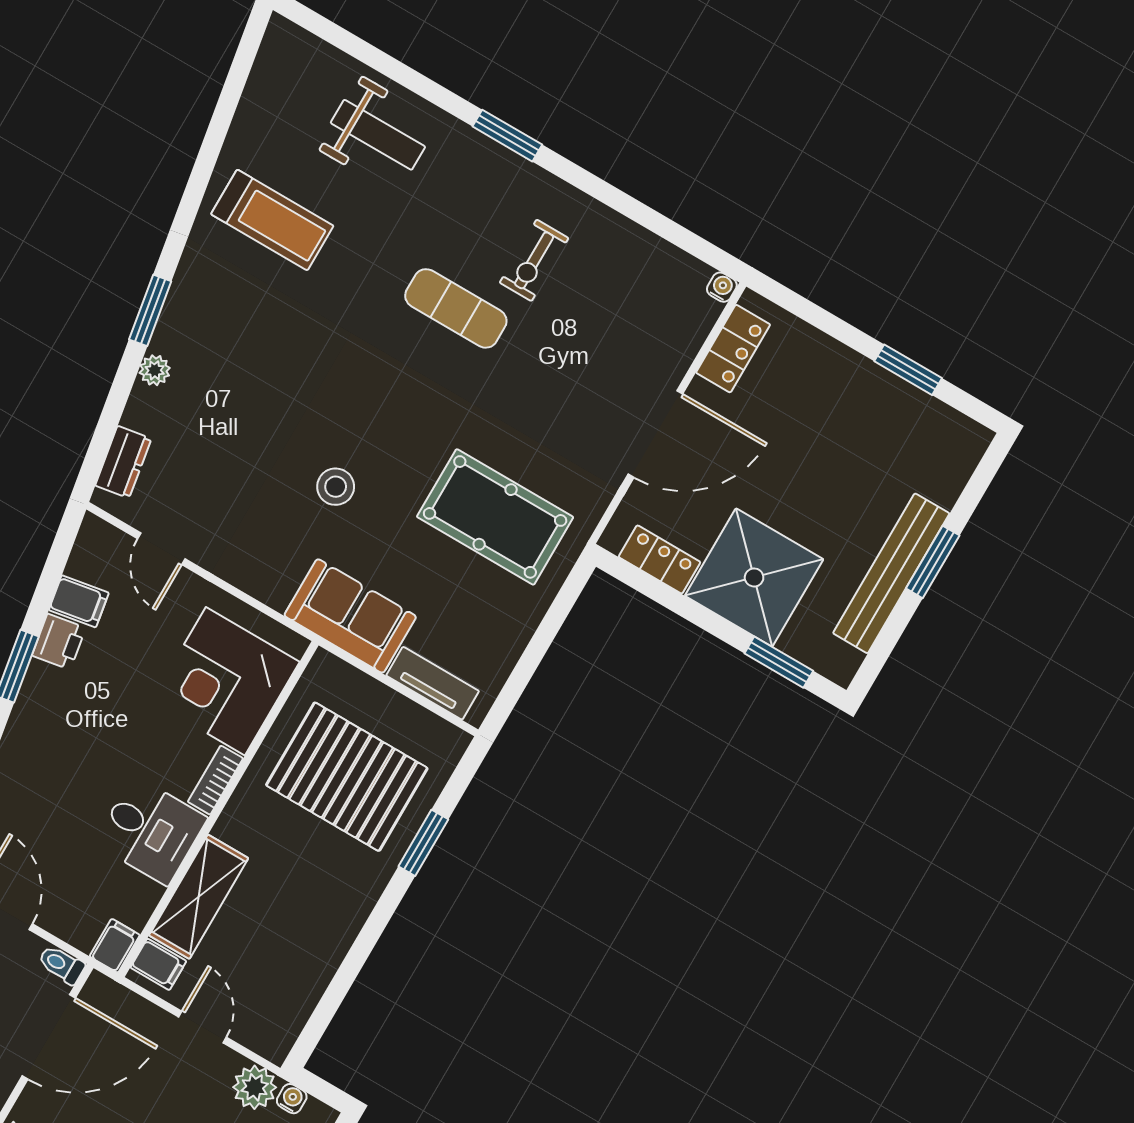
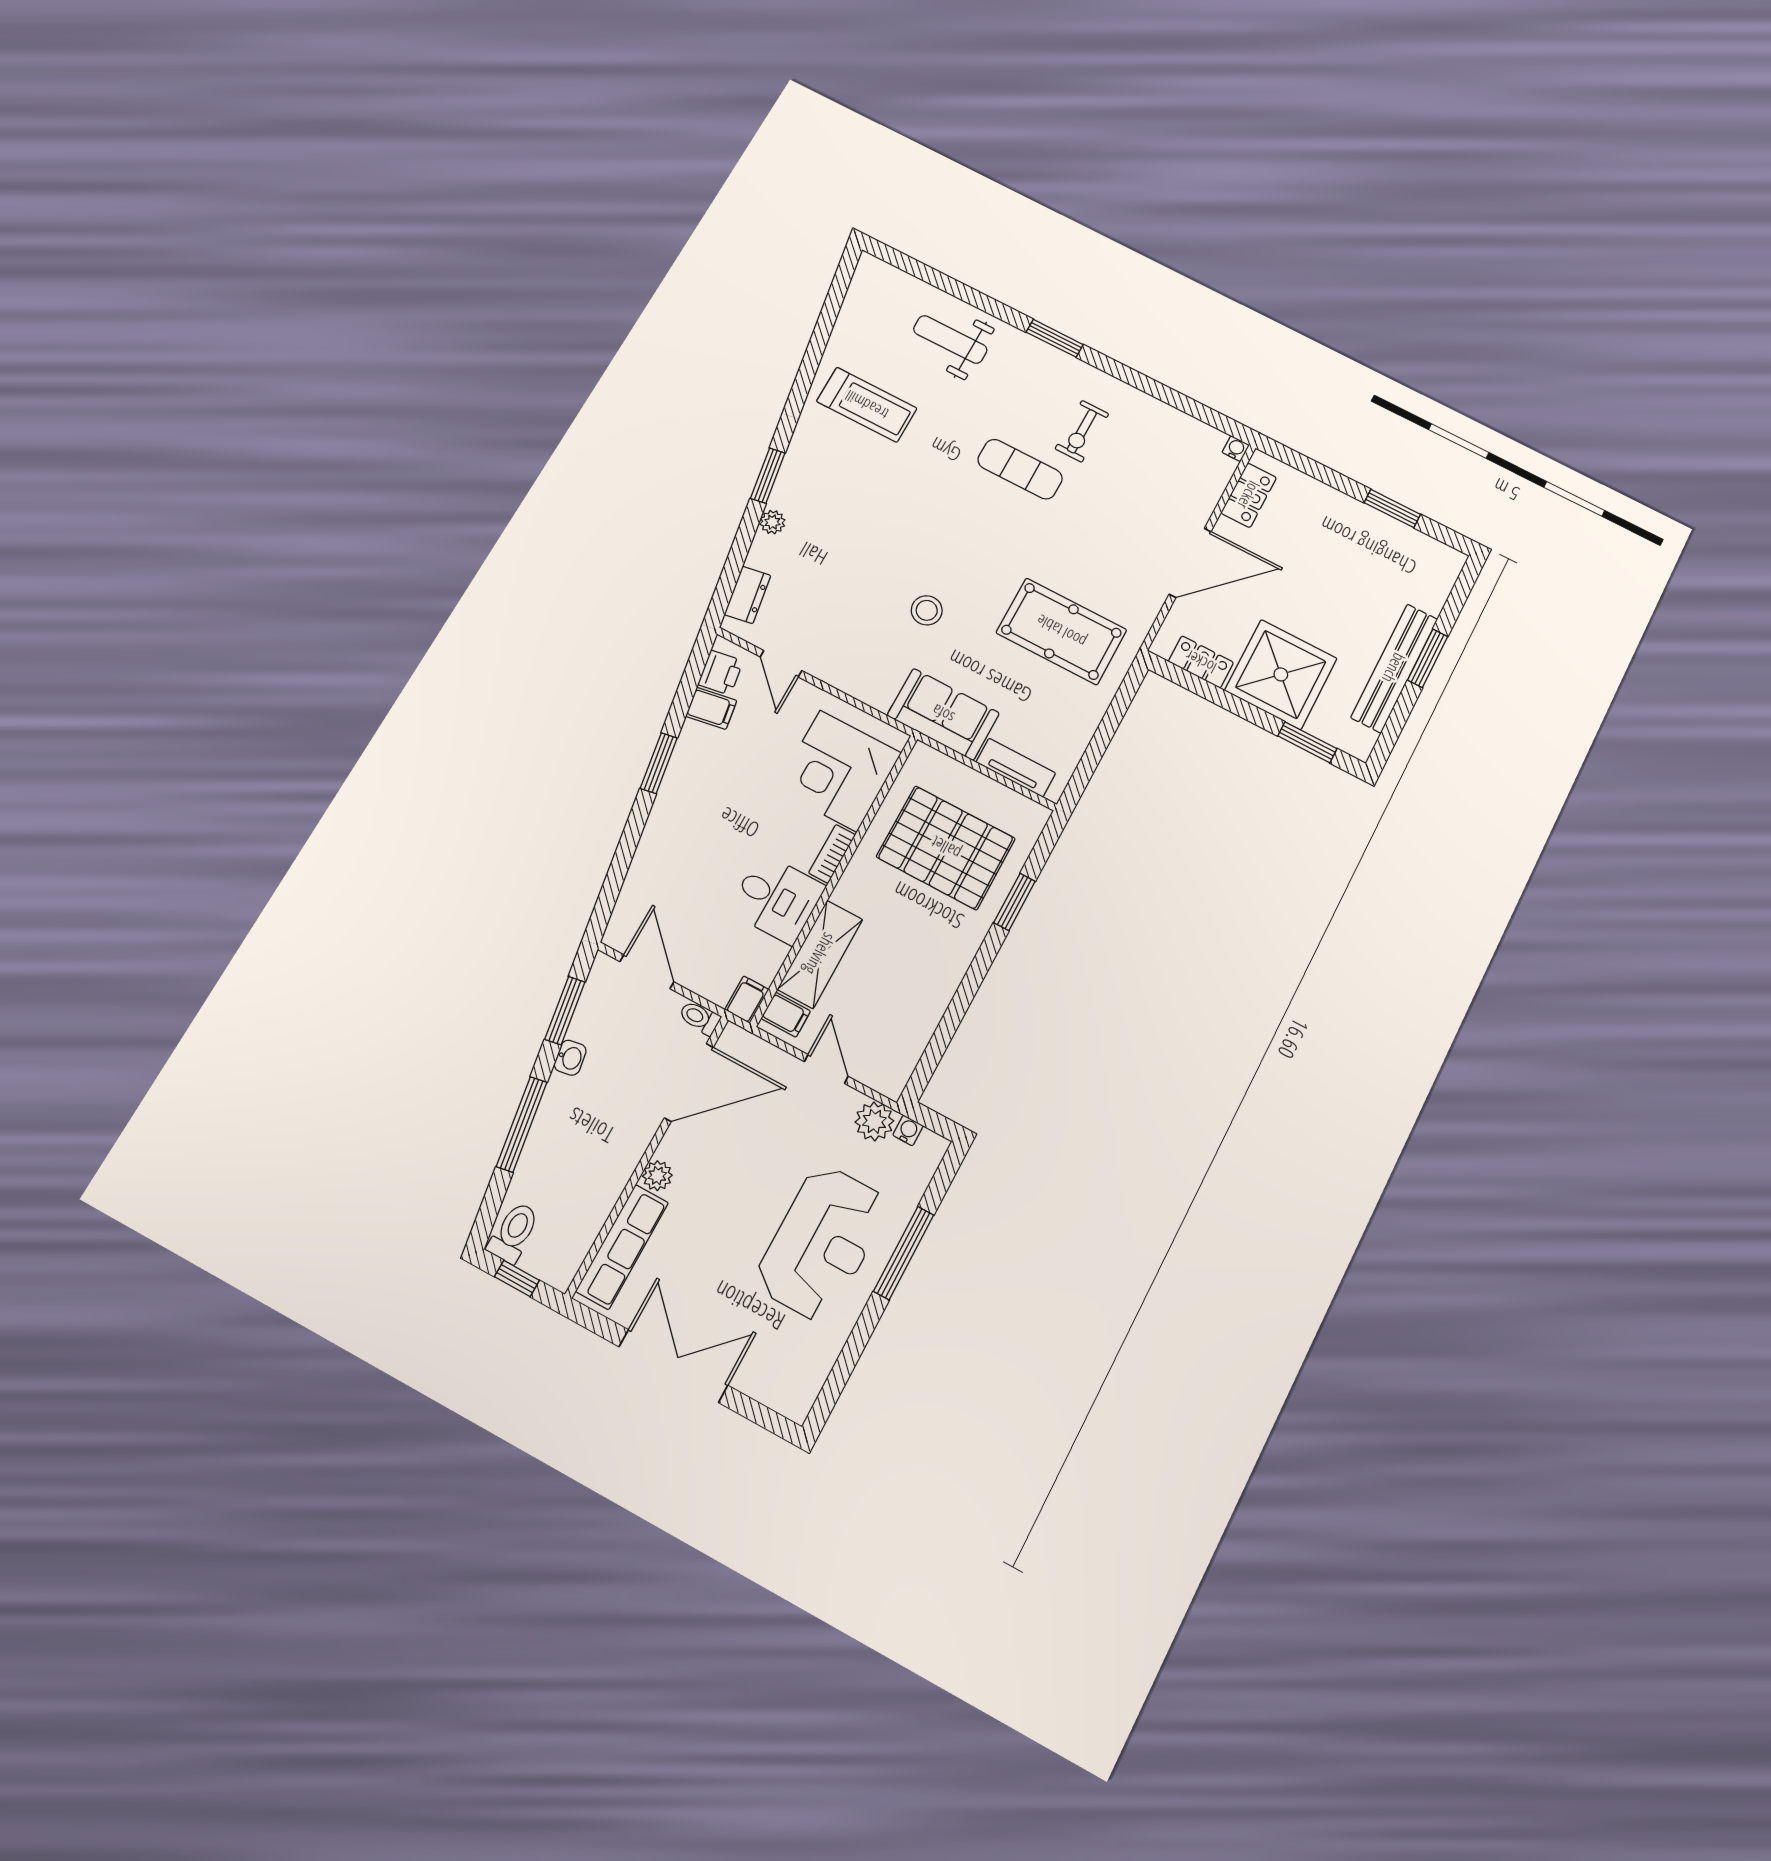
weight bench: (378, 135) -> (950, 339), turned 180
printer: (59, 642) -> (721, 673), moved

